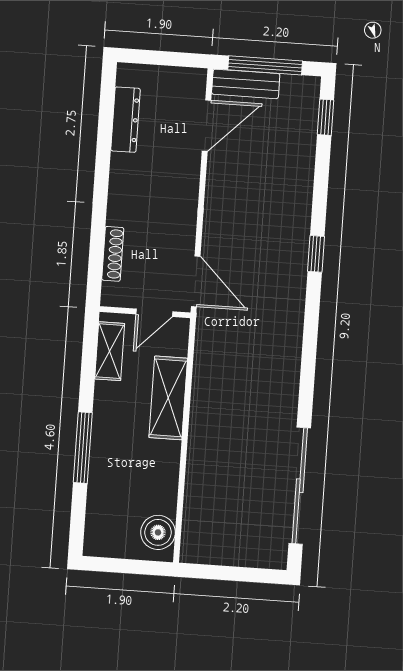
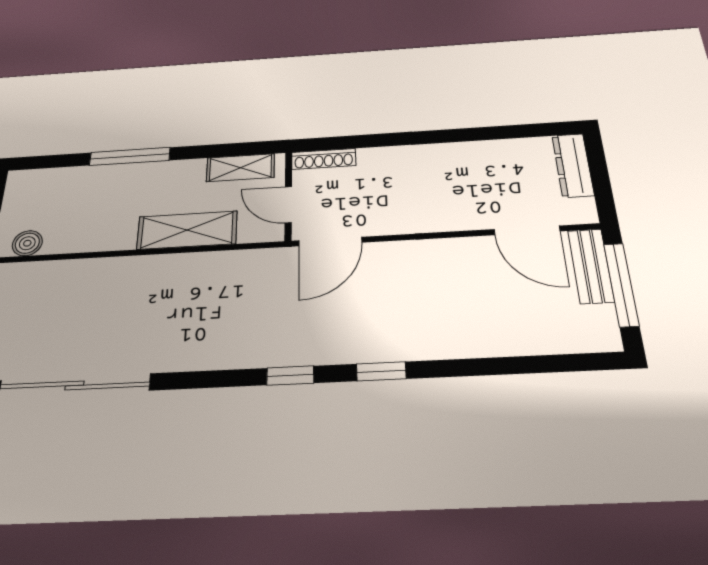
window: (325, 117) -> (290, 376), moved
dresser: (125, 120) -> (573, 165), moved, turned 90
shoe rack: (113, 254) -> (324, 159), moved
boiler: (158, 532) -> (27, 243), width x0.73, depth x0.73

